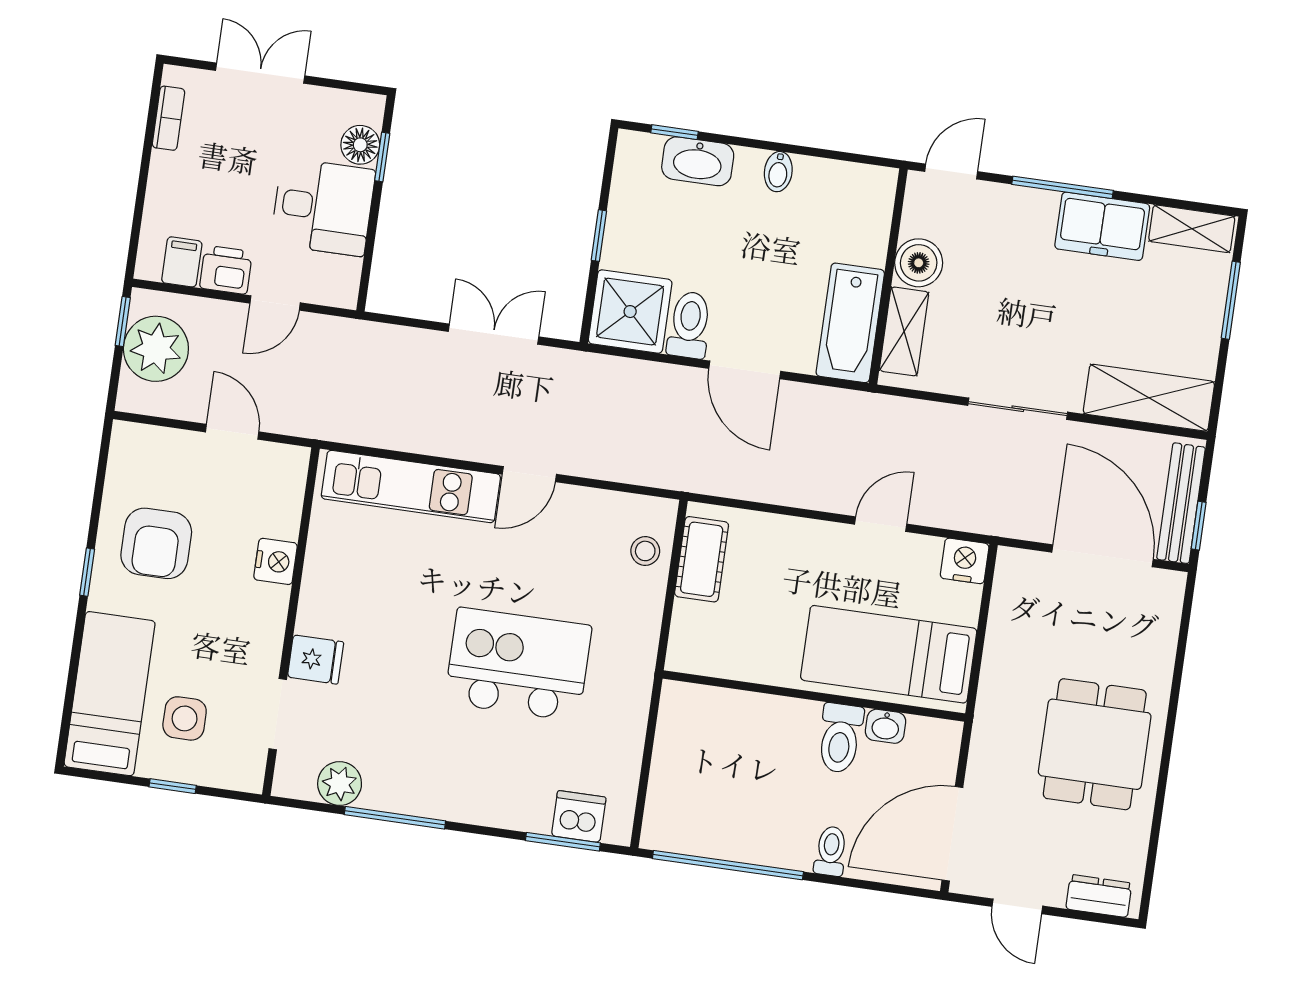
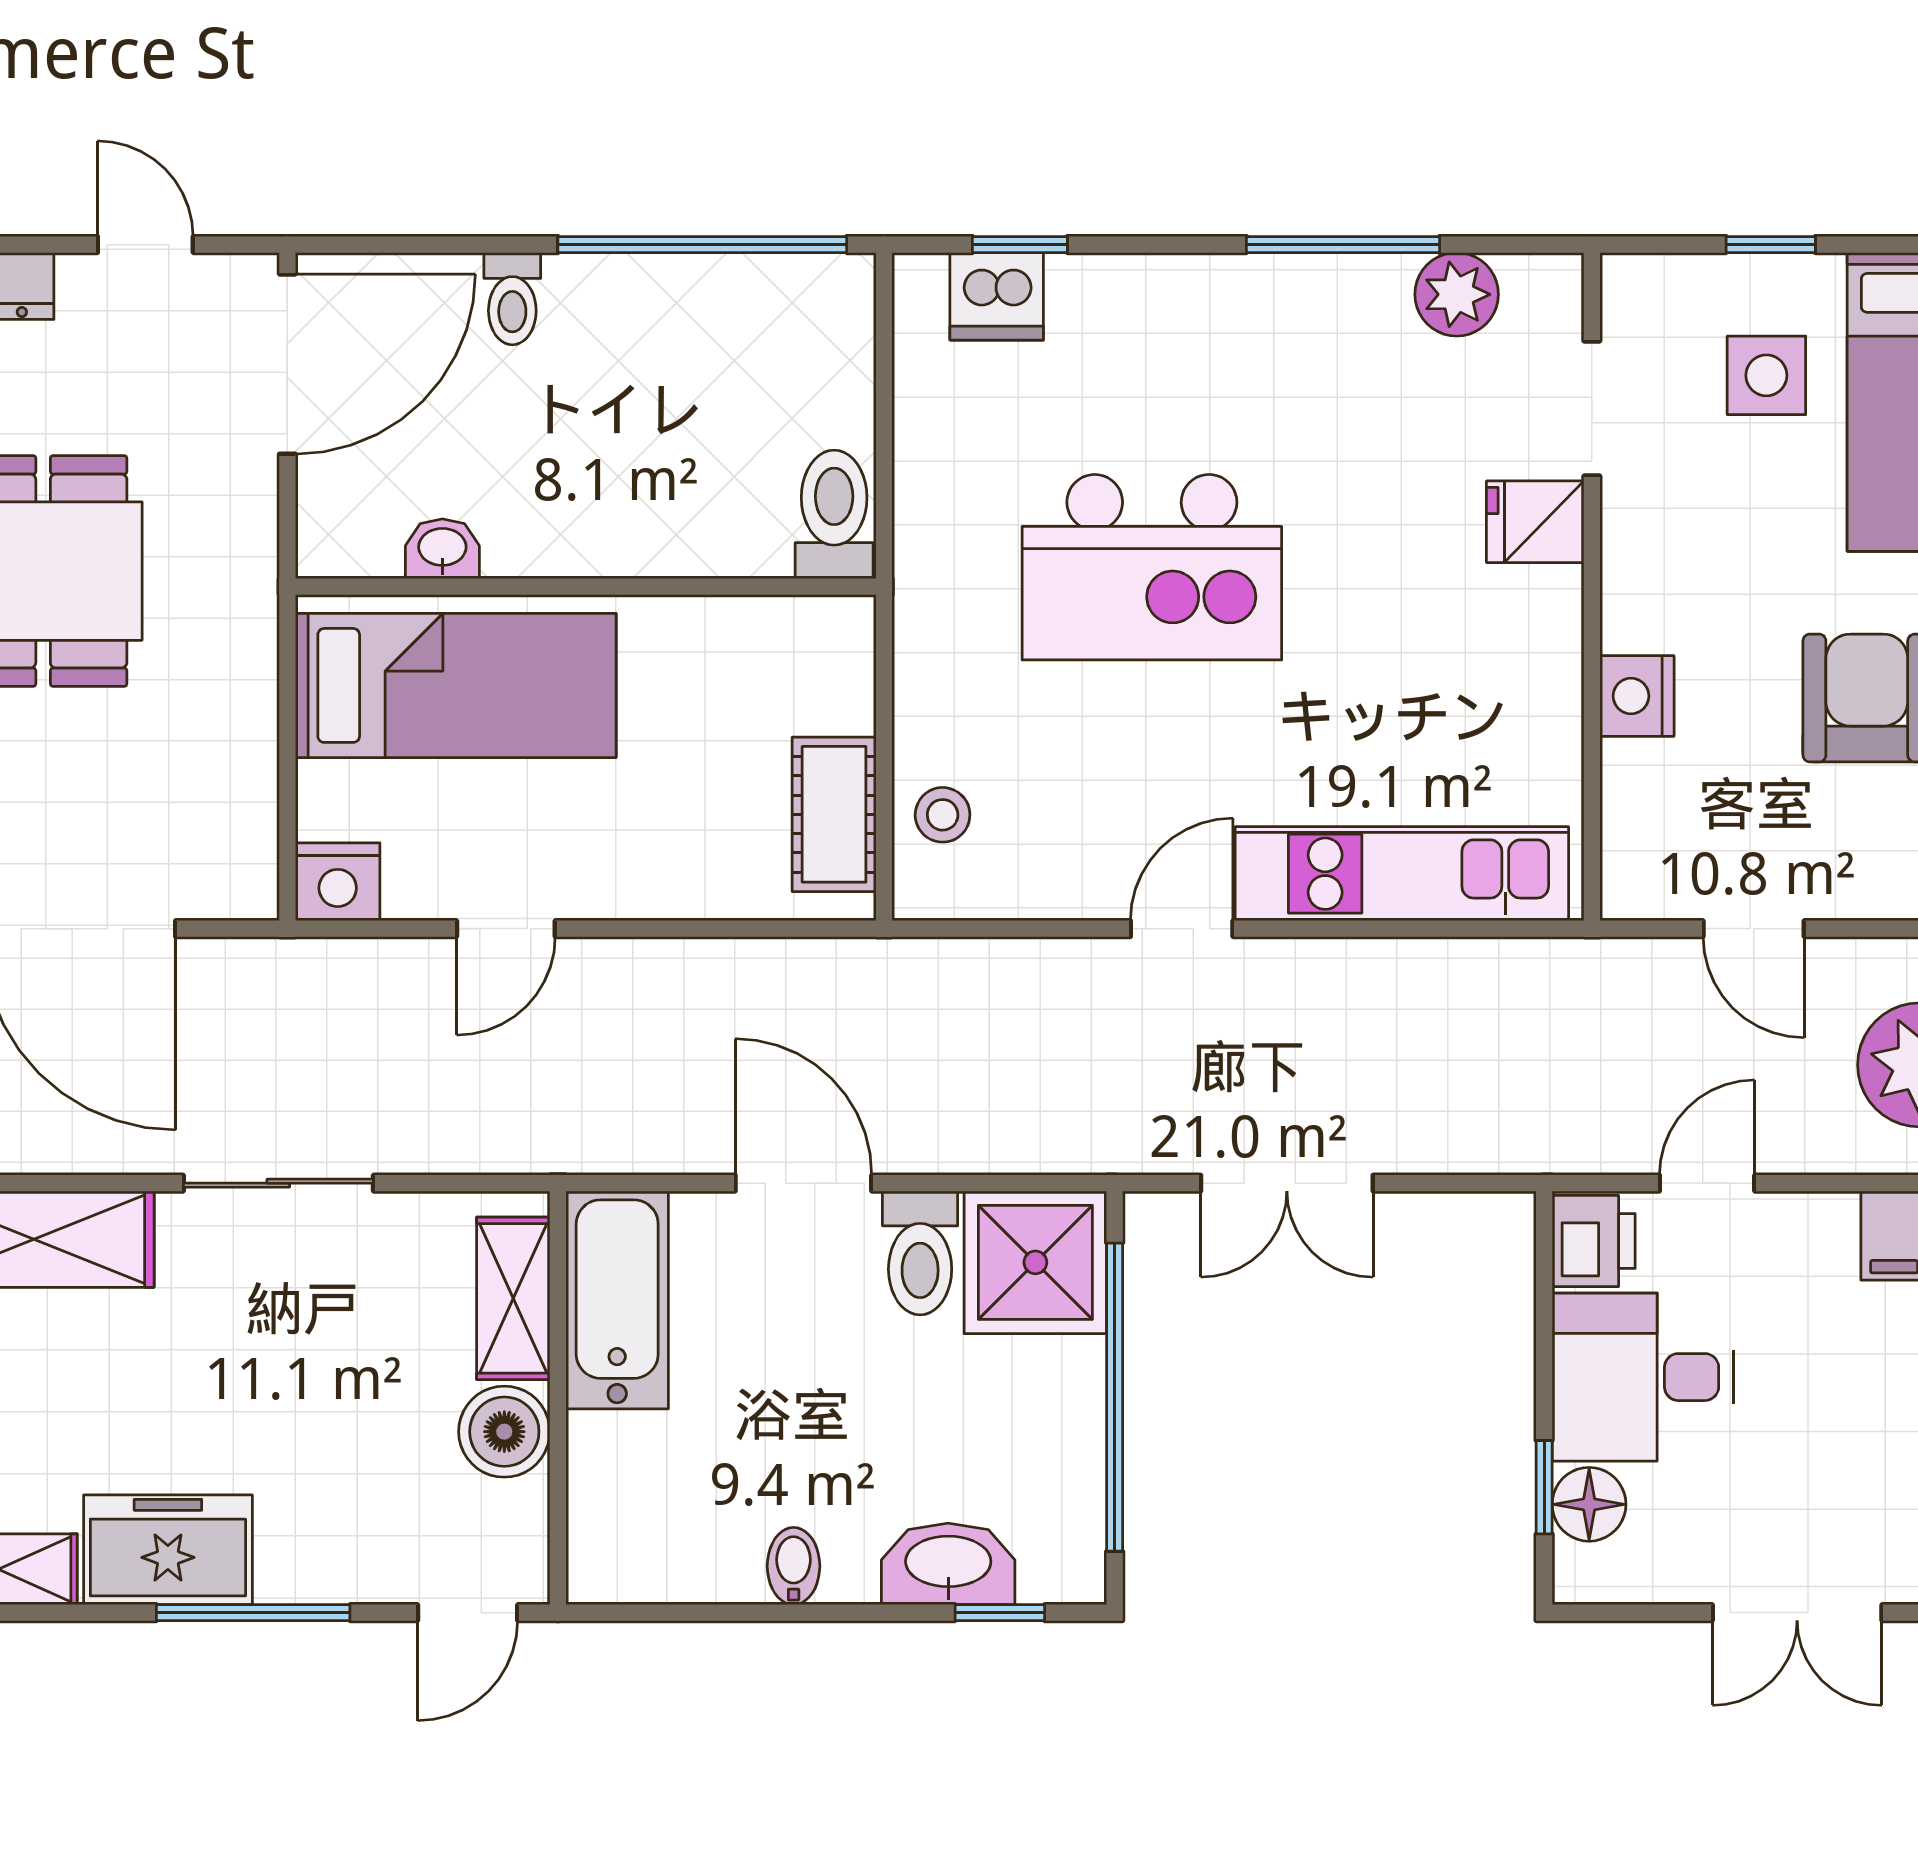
window: (599, 236) -> (1115, 1397), width x3.17
printer: (226, 270) -> (1594, 1241), moved, turned -90
toilet: (840, 738) -> (834, 514), moved
window: (563, 842) -> (1020, 245), width x0.67

